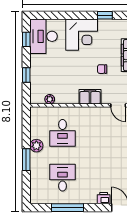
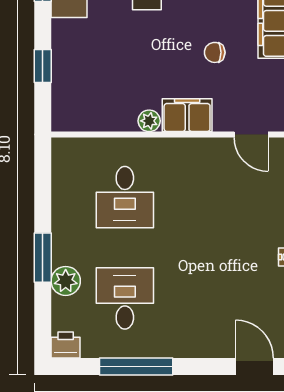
plant: (50, 99) -> (149, 121), moved
plant: (36, 146) -> (66, 281), moved
printer: (104, 198) -> (66, 345), moved

